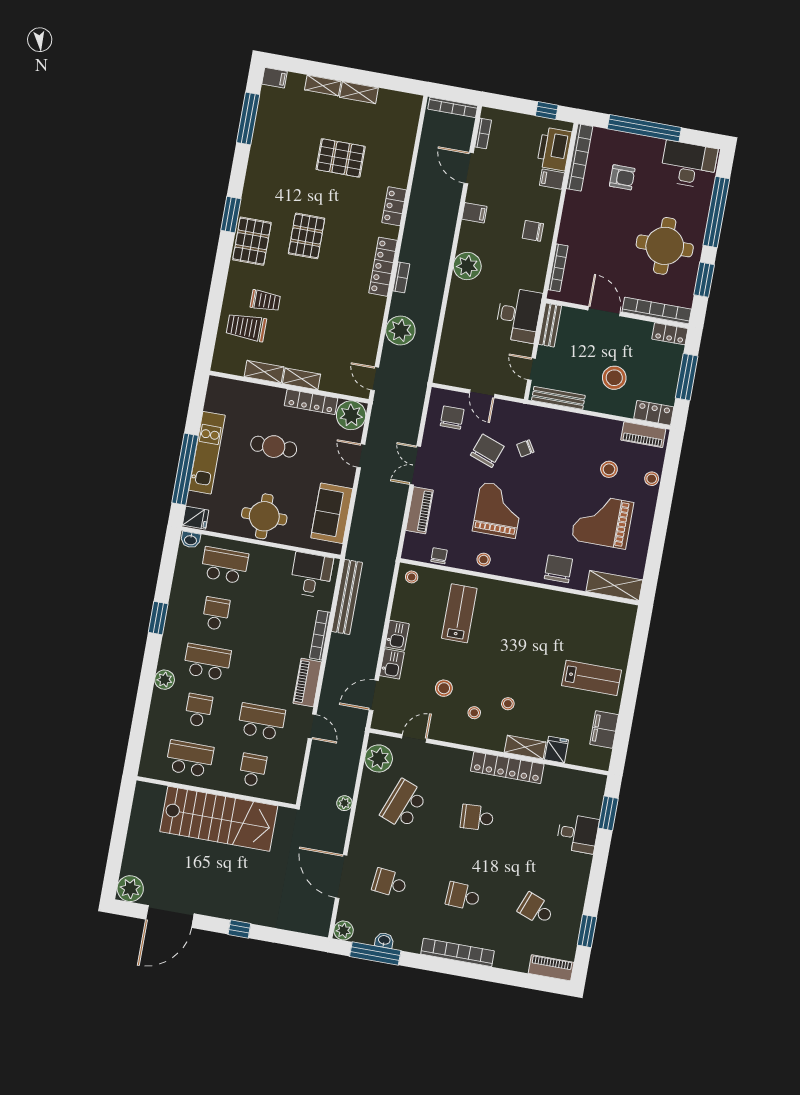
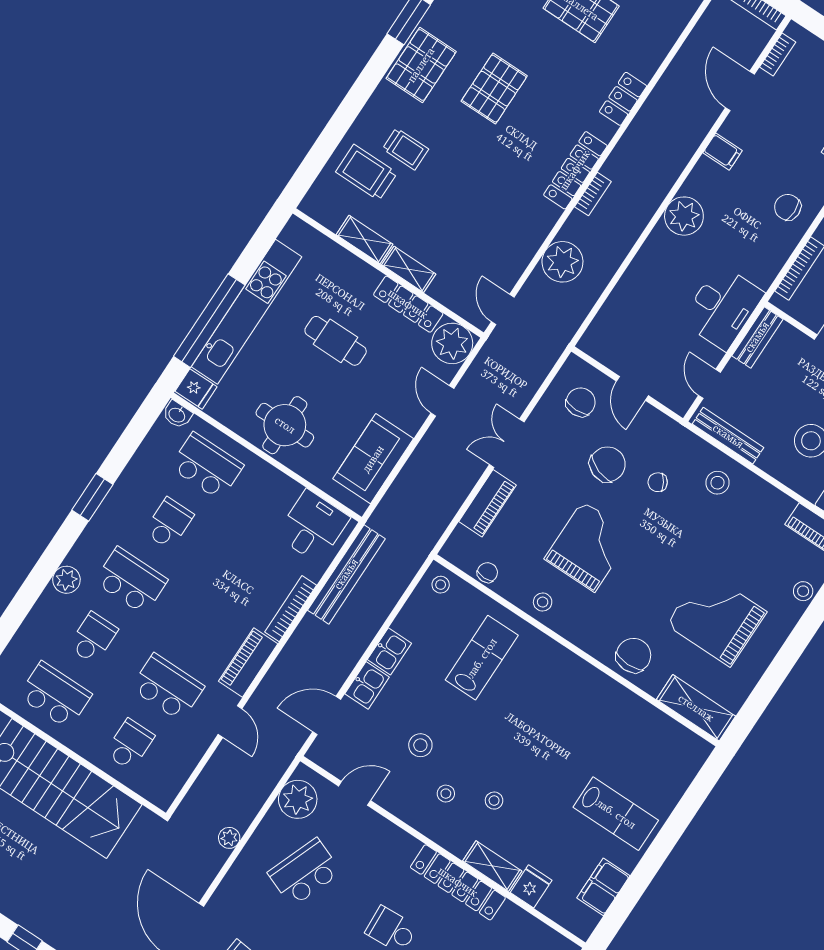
kitchen unit: (207, 453) -> (246, 312), width x1.36
stool: (609, 469) -> (717, 483), moved

